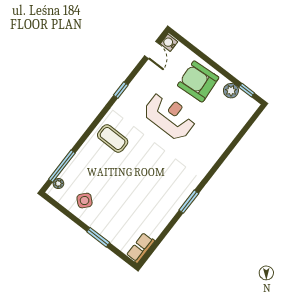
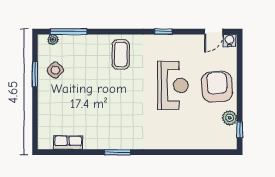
window: (98, 237) -> (35, 74), moved
row of seats: (141, 248) -> (68, 143), moved

